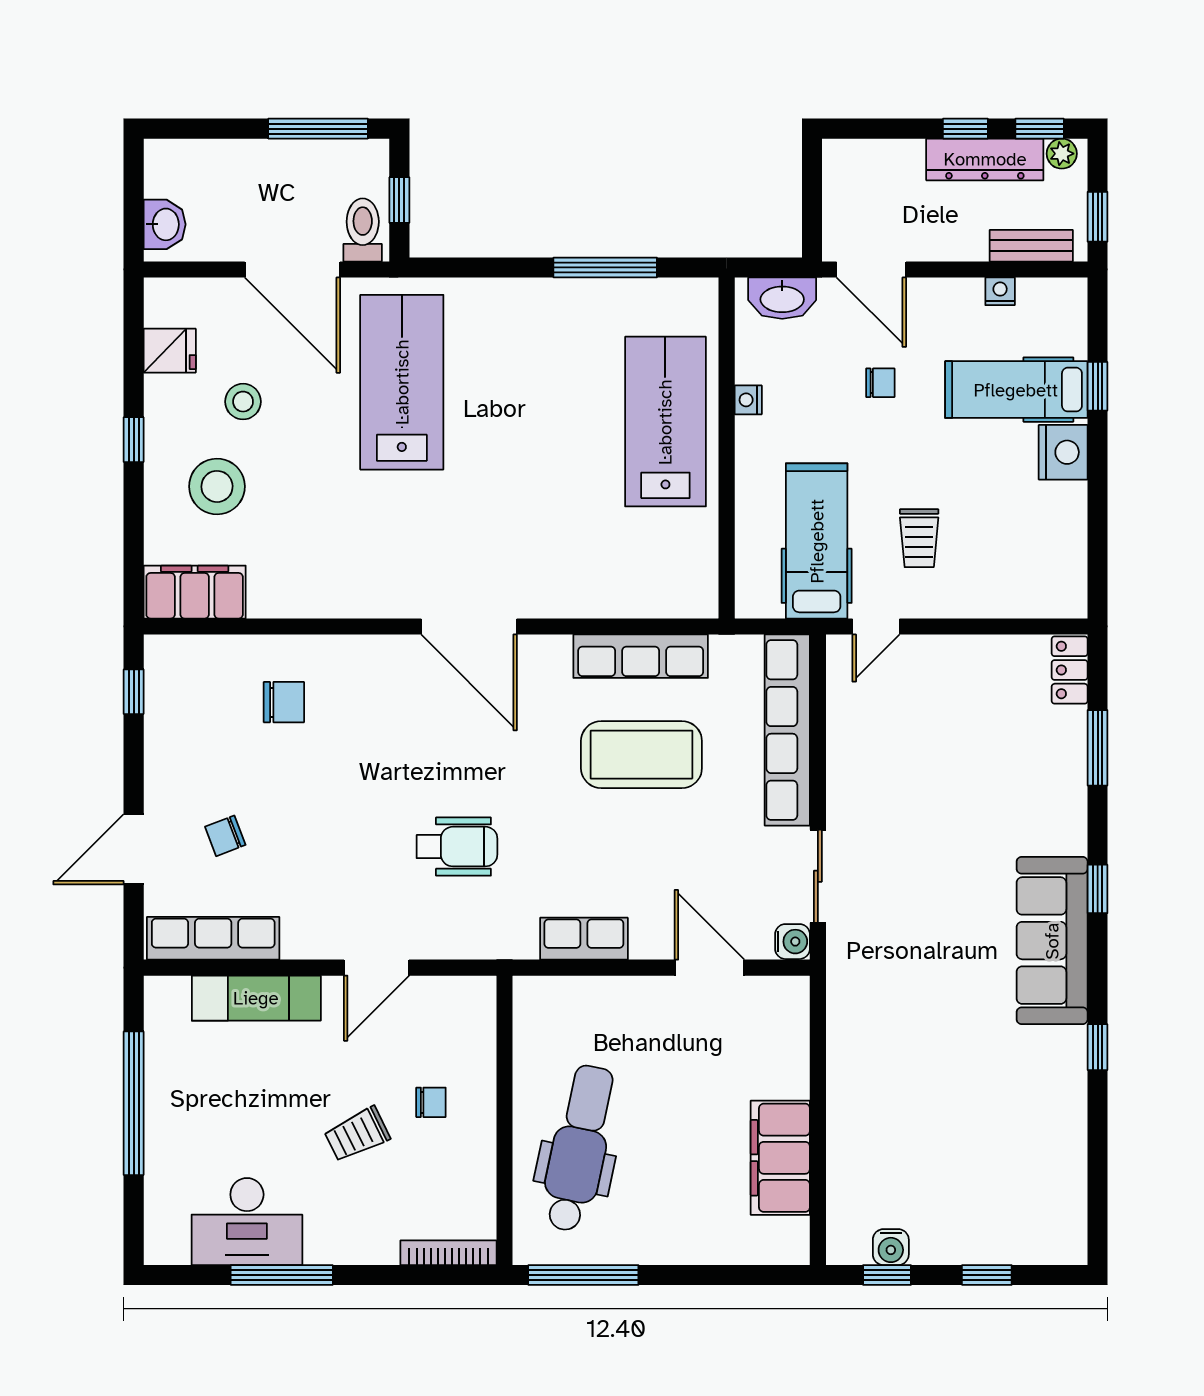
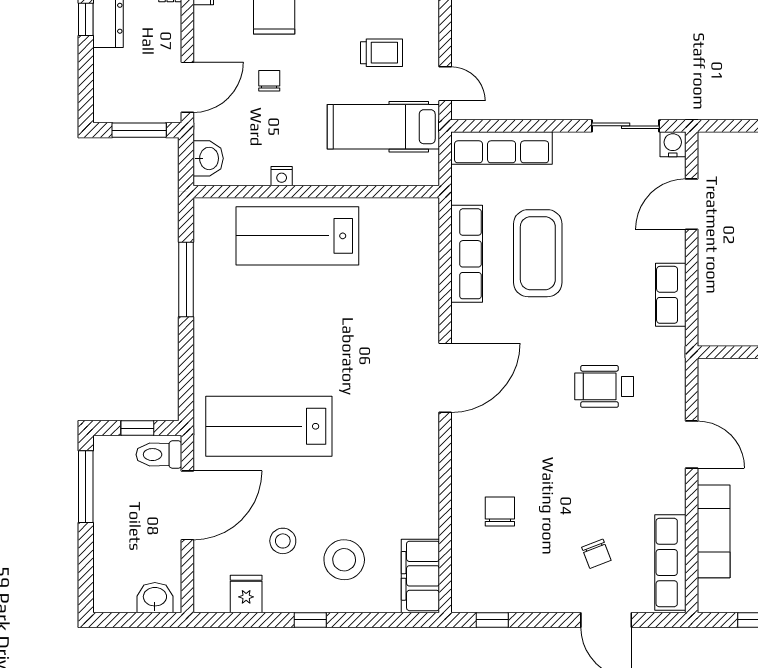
window: (812, 203) -> (139, 130), added
washbasin: (782, 298) -> (208, 158), width x0.72
row of seats: (787, 730) -> (502, 148), width x0.73
wheelchair: (457, 847) -> (604, 386), turned -90

